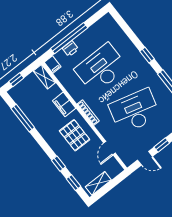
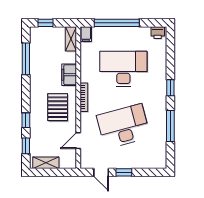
printer: (71, 49) -> (158, 33), moved
desk: (135, 111) -> (123, 126), turned -30

